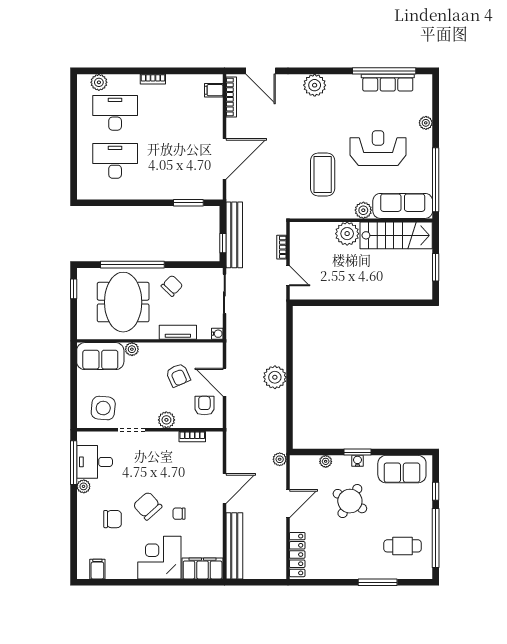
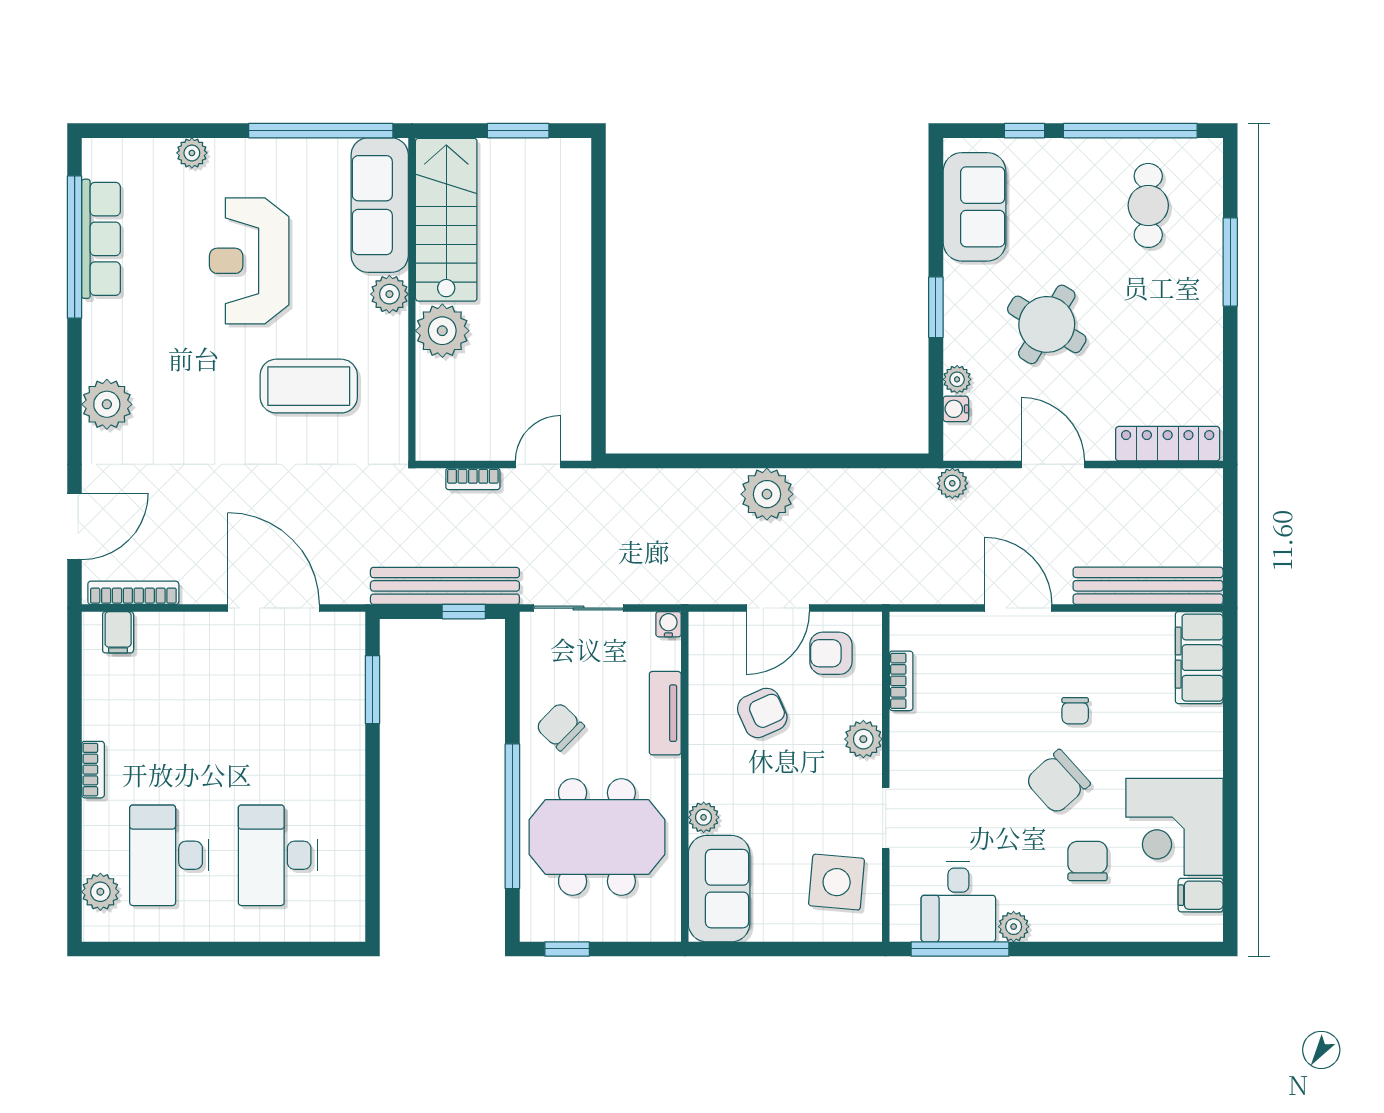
water cooler: (357, 461) -> (956, 409), moved
corner desk: (159, 558) -> (1174, 827), moved

